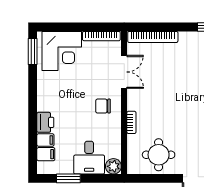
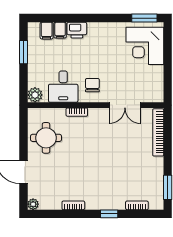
bookcase: (101, 36) -> (159, 83), removed
desk: (89, 158) -> (63, 87), moved, turned -90

